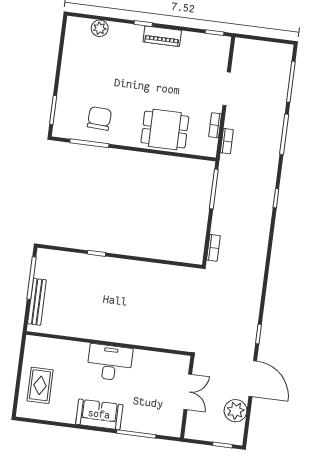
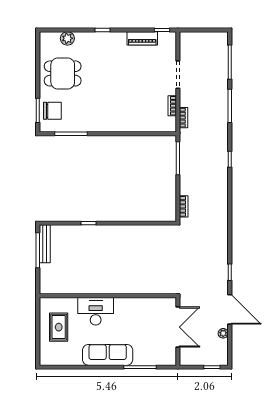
piano: (162, 36) -> (142, 38), moved
chair: (99, 118) -> (52, 111), moved, turned 87
dining table: (165, 130) -> (63, 73), moved
bench: (37, 302) -> (45, 244), moved
desk: (110, 362) -> (96, 311), moved
rug: (40, 385) -> (59, 327), moved
double door: (188, 392) -> (178, 327), width x1.37
plant: (235, 411) -> (223, 333), width x0.53, depth x0.53
sofa: (99, 414) -> (108, 355), width x1.36

